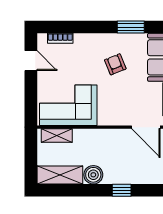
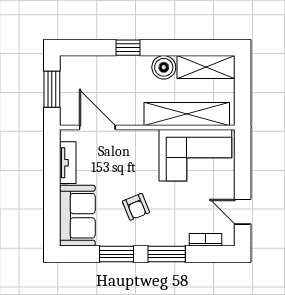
window: (91, 27) -> (167, 254), added
shelving: (57, 136) -> (187, 114), width x2.20, depth x1.33

